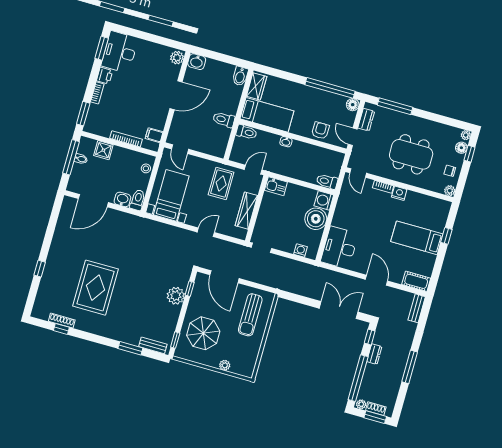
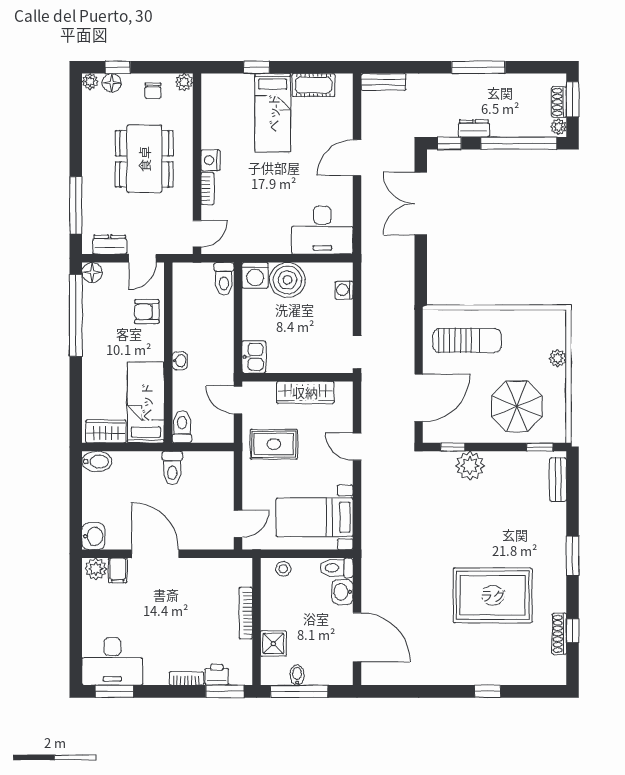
printer: (105, 76) -> (217, 675), moved
filing cabinet: (154, 135) -> (118, 570), moved
cot: (416, 281) -> (313, 85), moved, turned 90
window: (130, 348) -> (573, 556), moved

